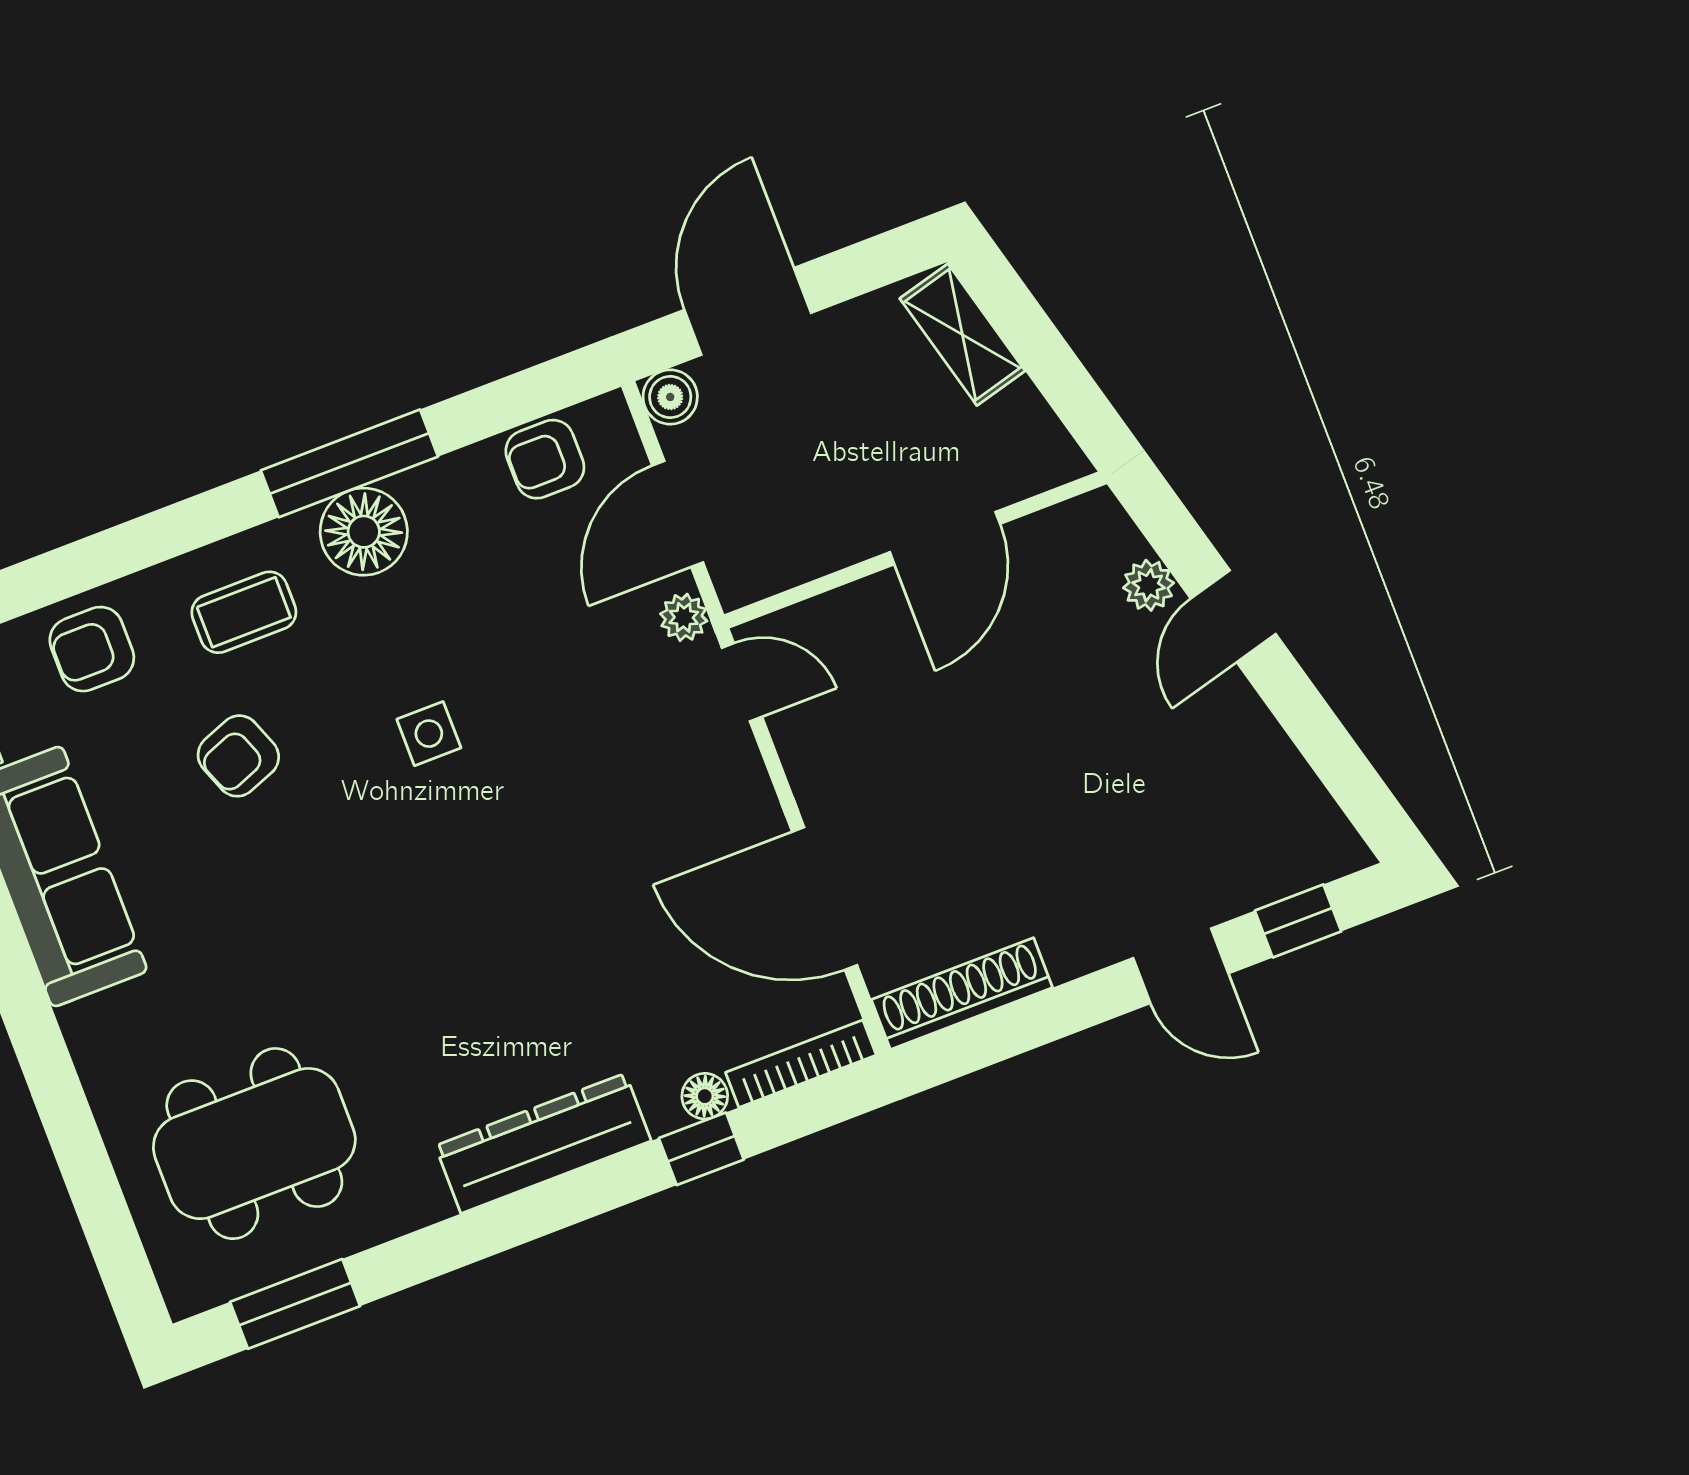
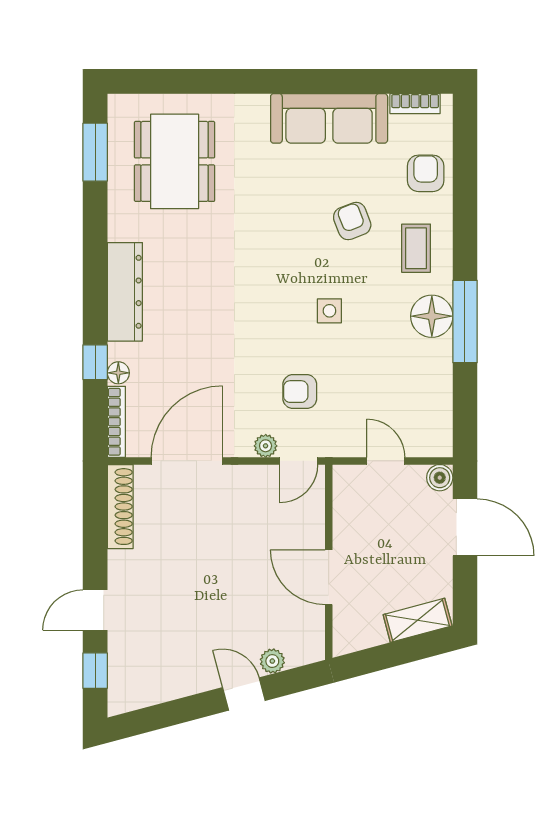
armchair: (545, 459) -> (300, 392), moved, turned -90
door: (678, 514) -> (386, 461), width x0.73
plant: (684, 617) -> (266, 446), moved

